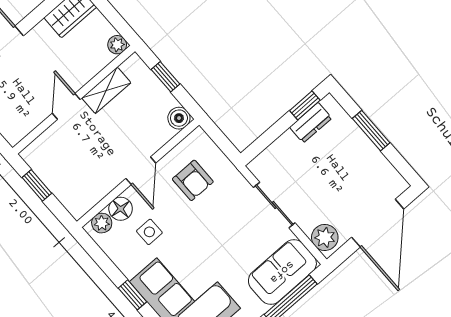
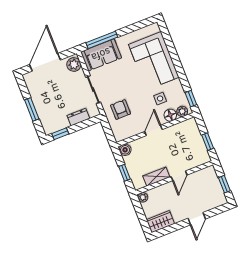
dresser: (311, 123) -> (78, 117), moved
armchair: (193, 180) -> (121, 109), moved
window: (132, 295) -> (191, 99), moved

